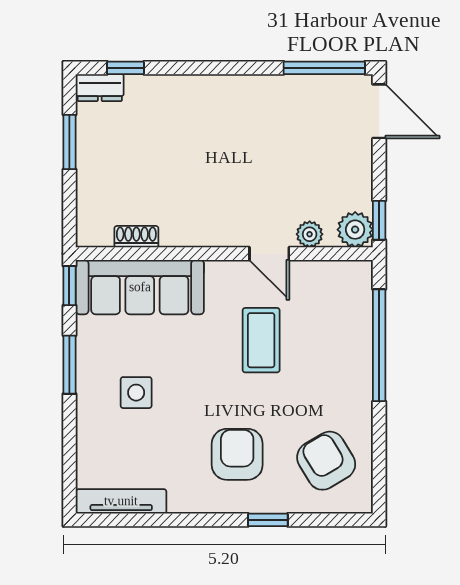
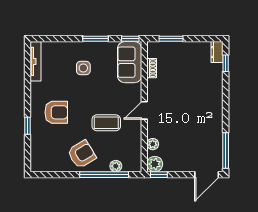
window: (69, 142) -> (171, 39), moved
door: (269, 254) -> (144, 110), moved
sofa: (140, 287) -> (130, 62), width x0.73
plant: (360, 318) -> (116, 166), added
armchair: (326, 461) -> (82, 154), moved

